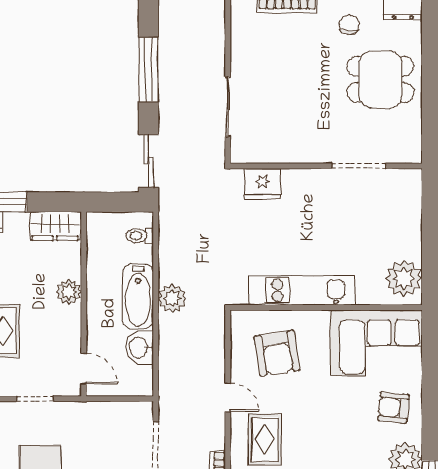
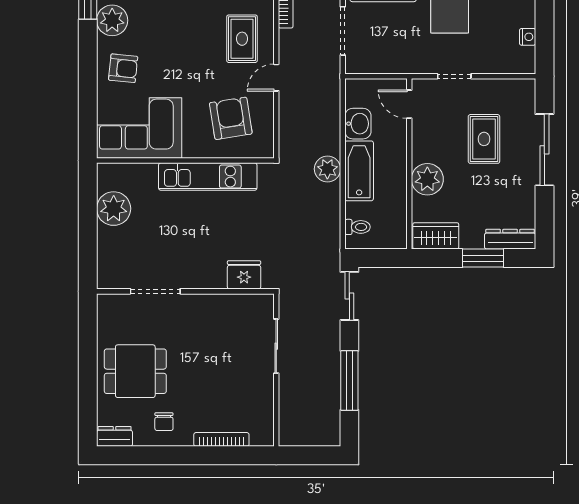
plant: (404, 278) -> (114, 209), moved
plant: (69, 292) -> (427, 179), width x1.36, depth x1.36
door: (228, 397) -> (276, 78), hinge flipped

